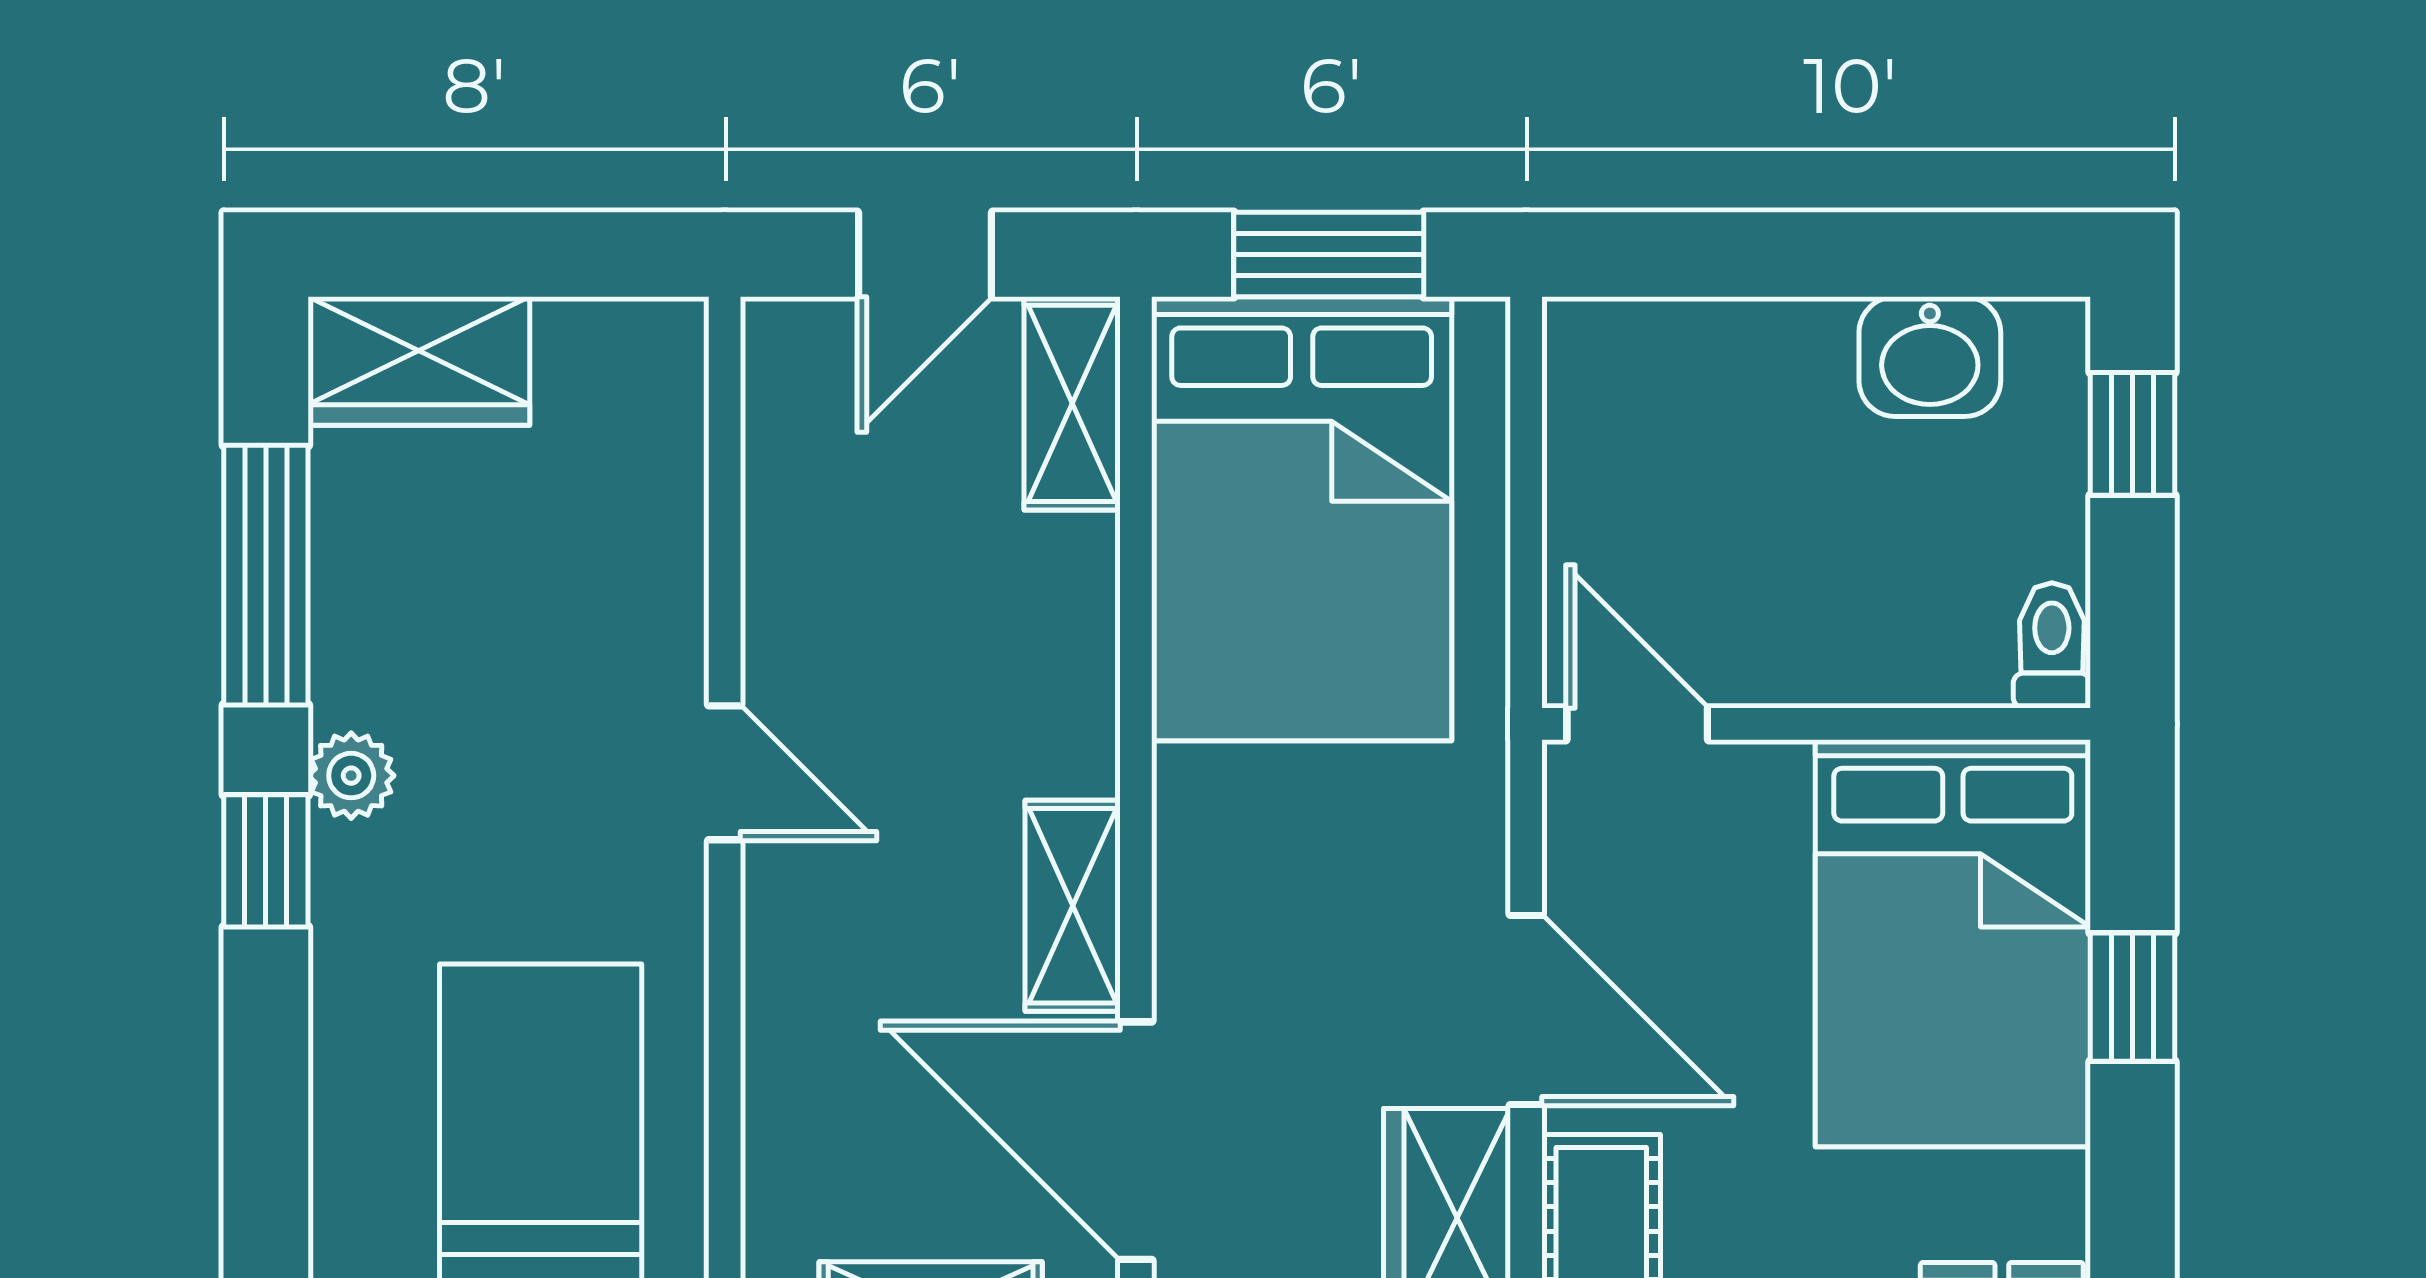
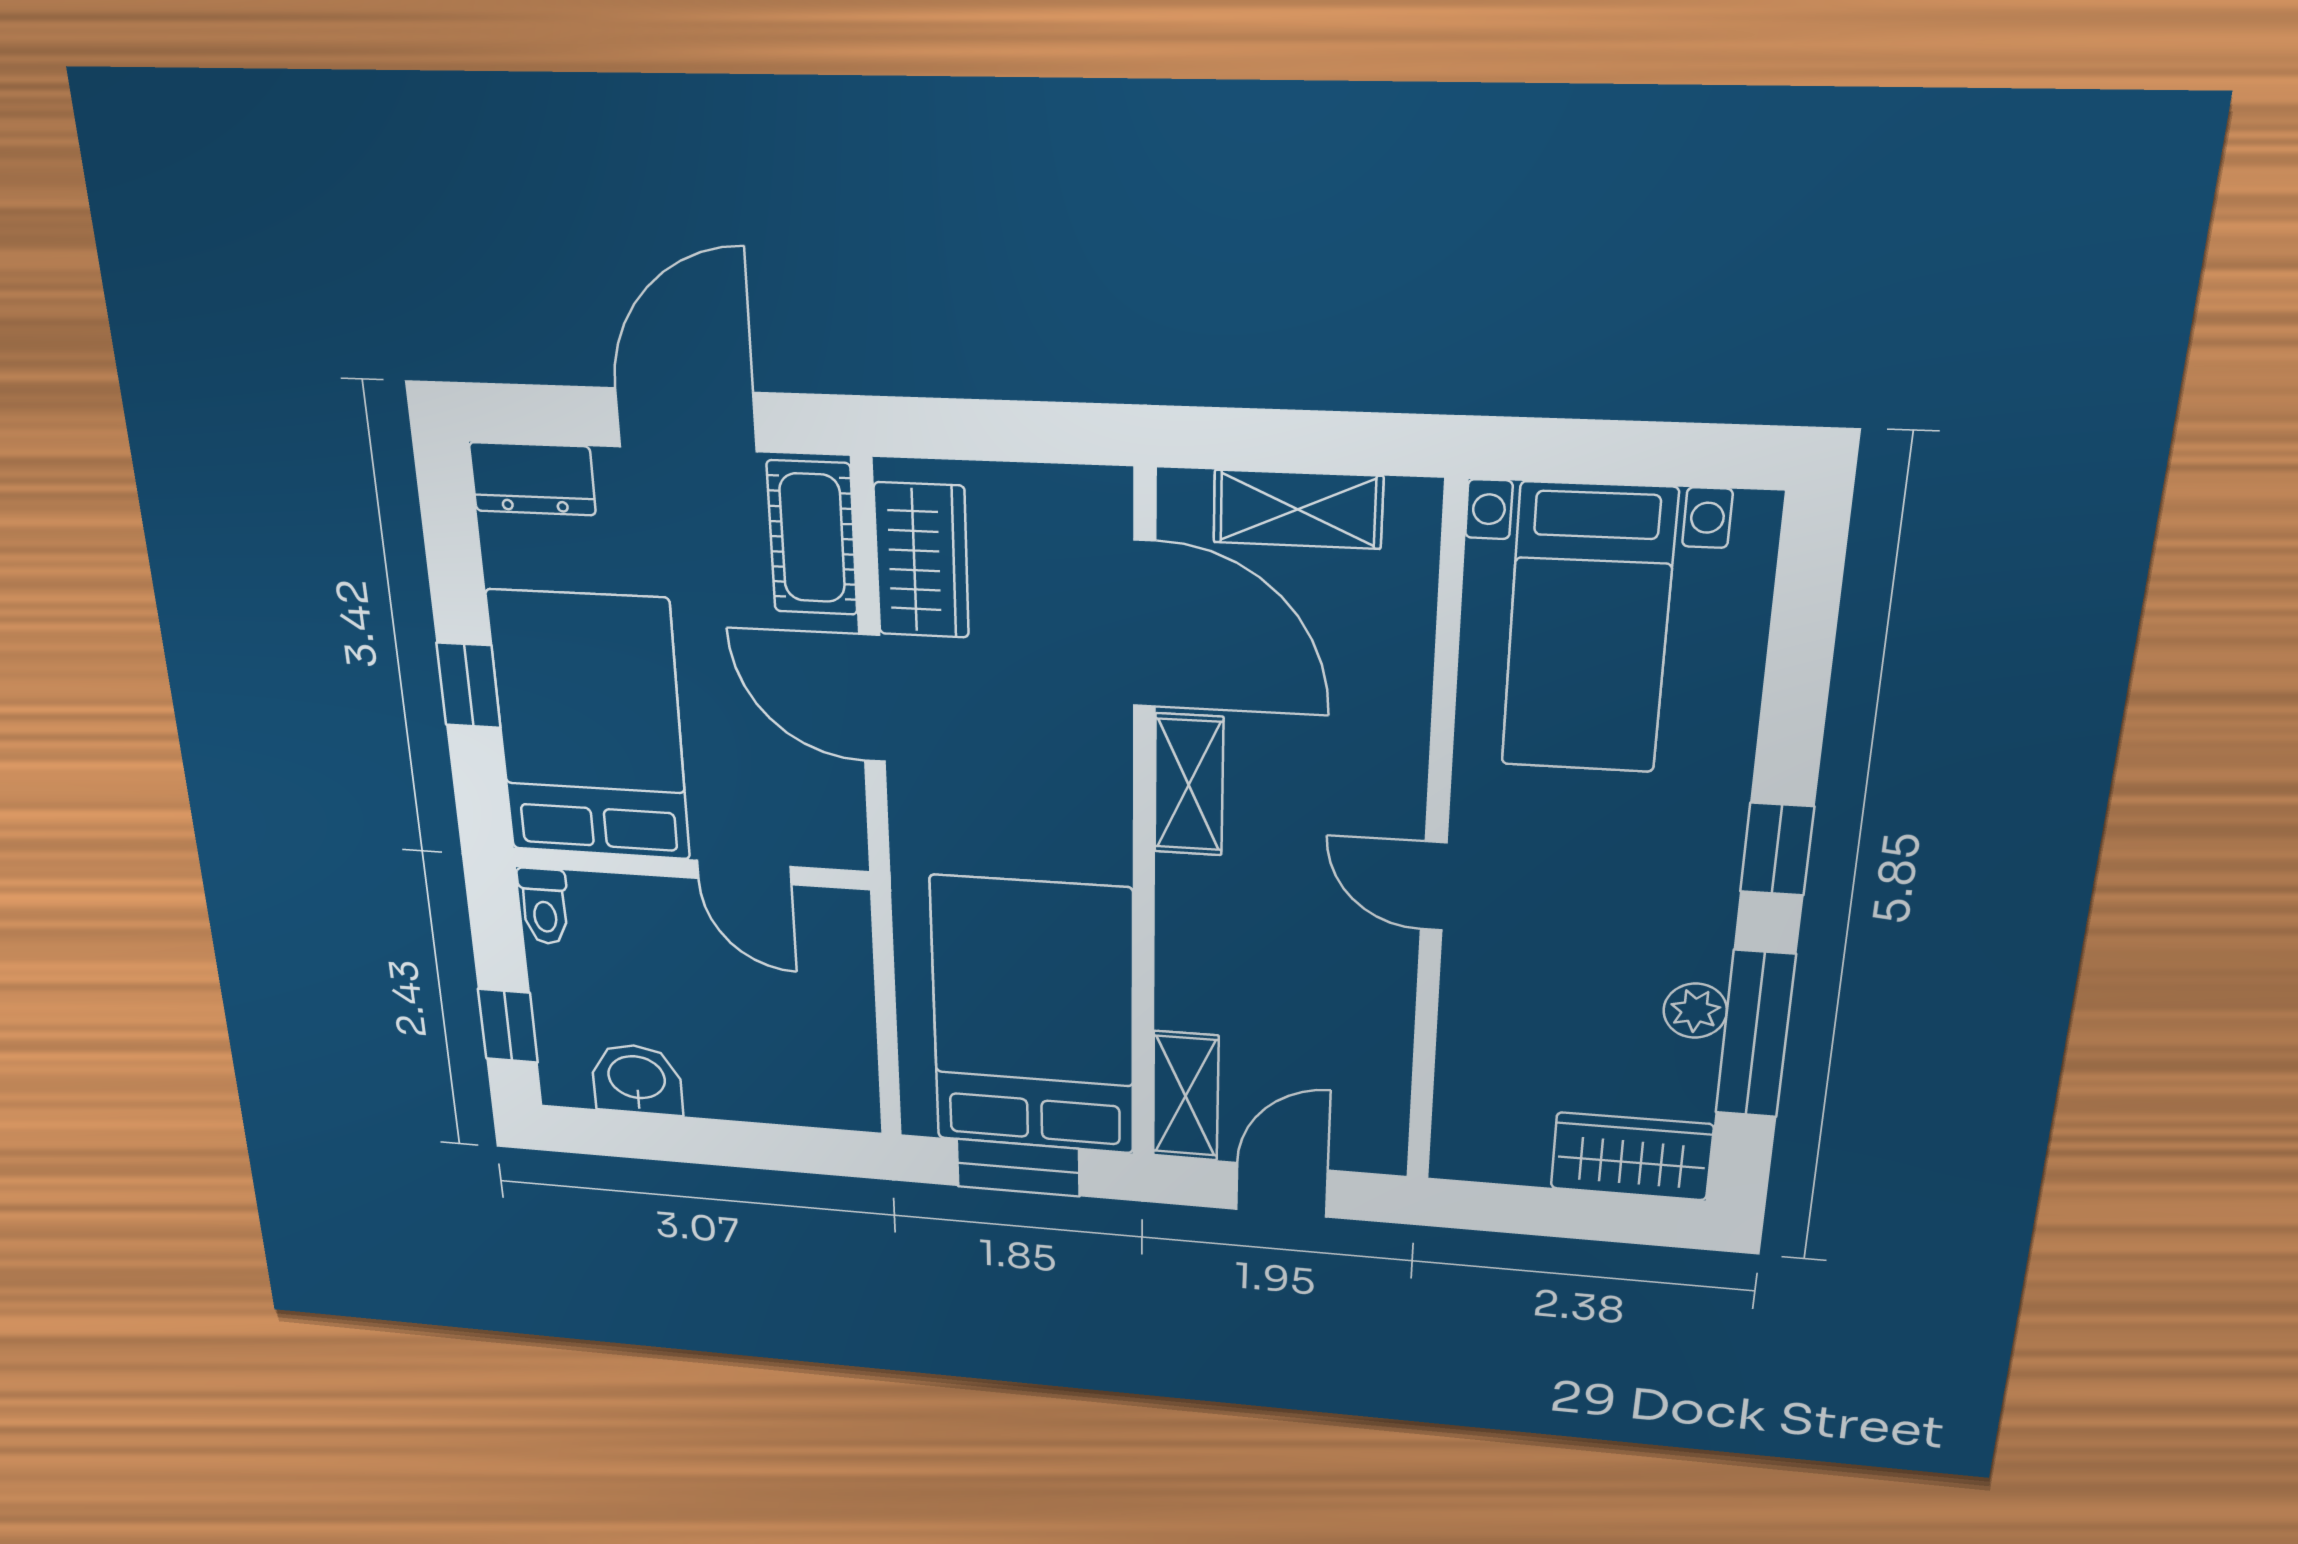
door: (1637, 724) -> (744, 872), moved
plant: (351, 776) -> (1695, 1011), moved

